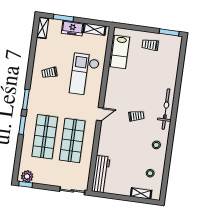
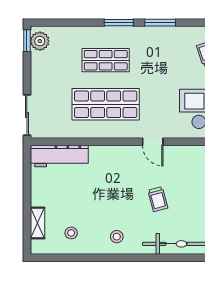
shop shelf: (45, 137) -> (106, 60), width x0.70, depth x0.74

